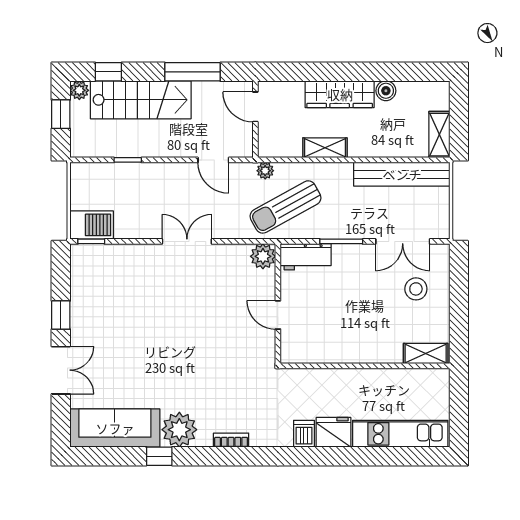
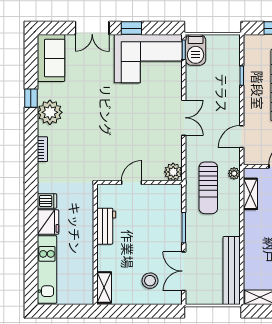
shelving: (325, 148) -> (250, 194), moved
sun lounger: (285, 207) -> (208, 188), turned -151
workbench: (306, 257) -> (106, 226), moved, turned 180
corner sofa: (104, 291) -> (148, 59), added
sofa: (115, 428) -> (51, 58), width x0.73

